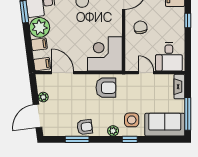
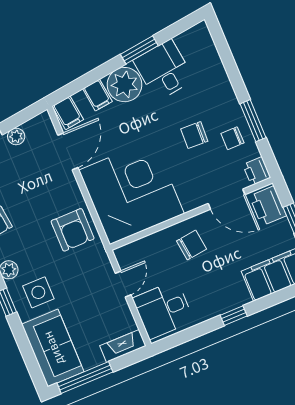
corner desk: (105, 54) -> (131, 192), width x1.36, depth x1.36

